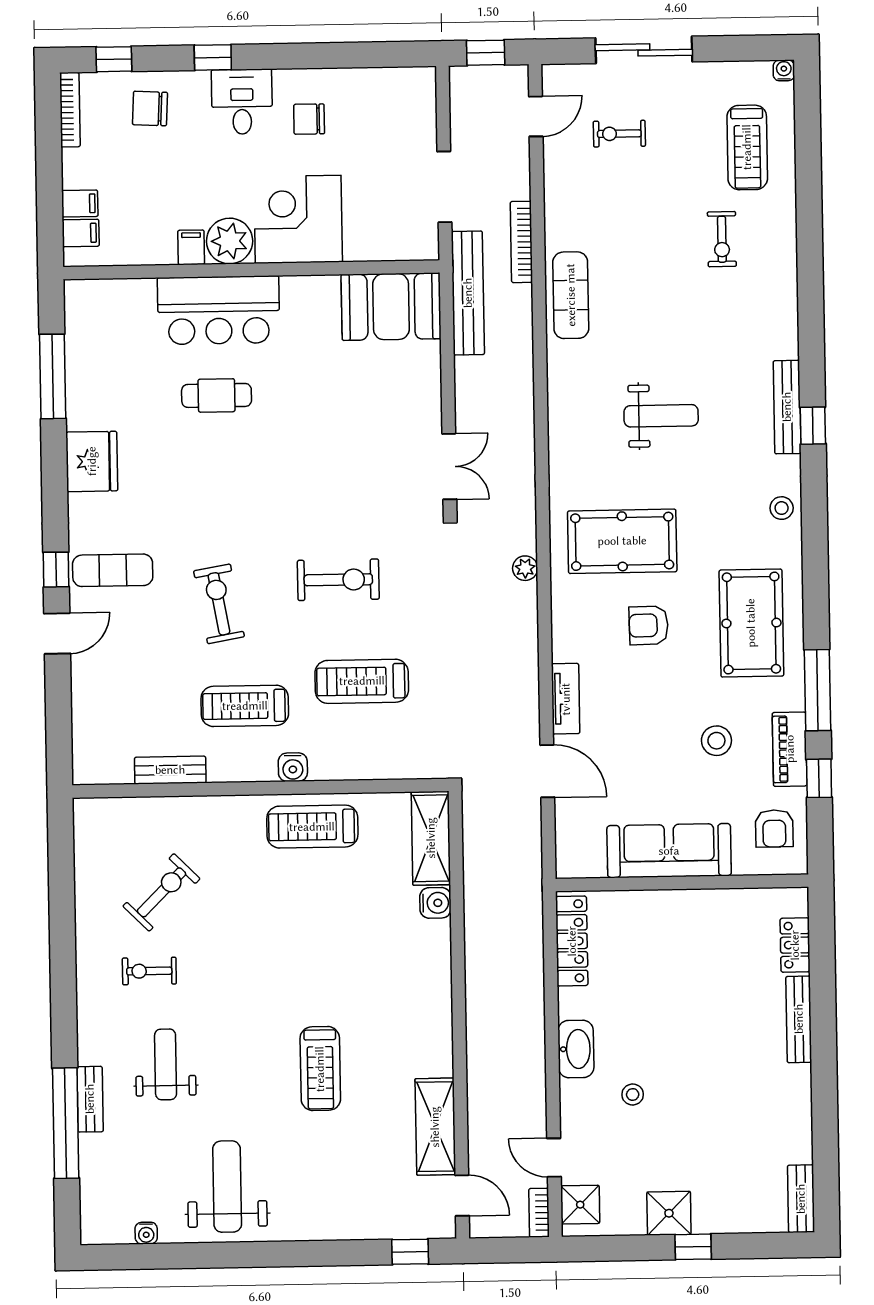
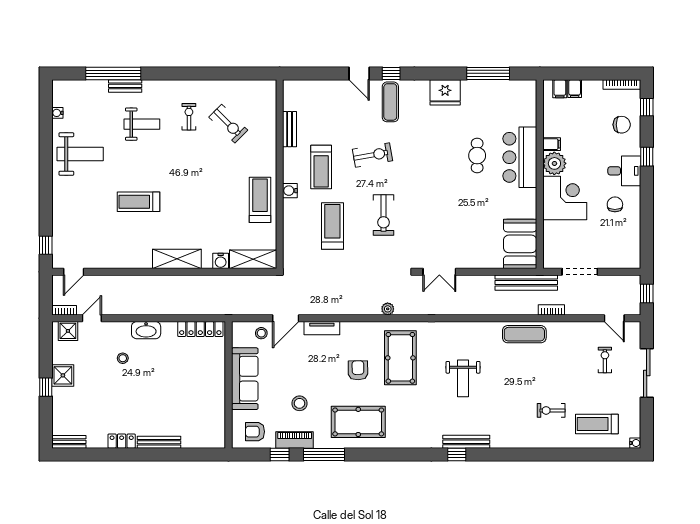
chair: (150, 108) -> (622, 125), turned 87
bookcase: (521, 242) -> (551, 310), width x0.64
stool: (782, 508) -> (261, 333), moved
treadmill: (245, 706) -> (321, 167), turned 180
locker: (795, 945) -> (122, 441), moved
shelving: (435, 1127) -> (177, 259), moved

